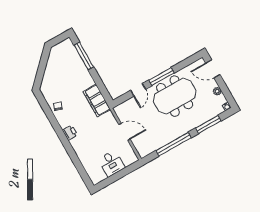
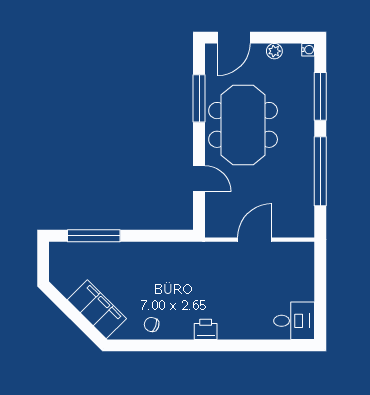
window: (162, 77) -> (199, 98), moved
filing cabinet: (97, 101) -> (97, 309), moved, turned -135
desk: (112, 163) -> (294, 321), moved

